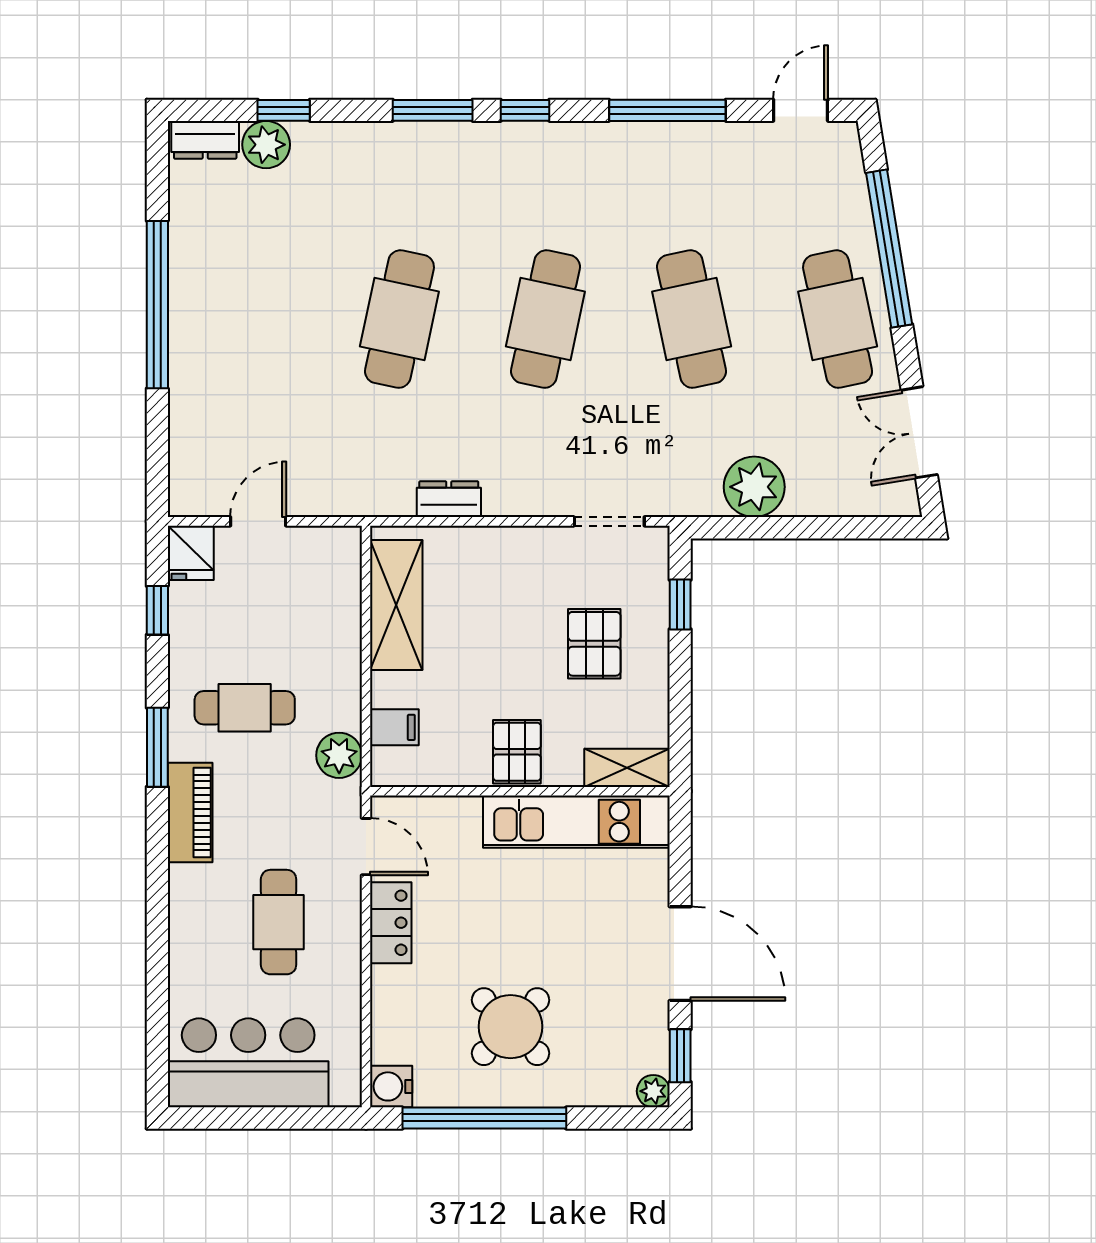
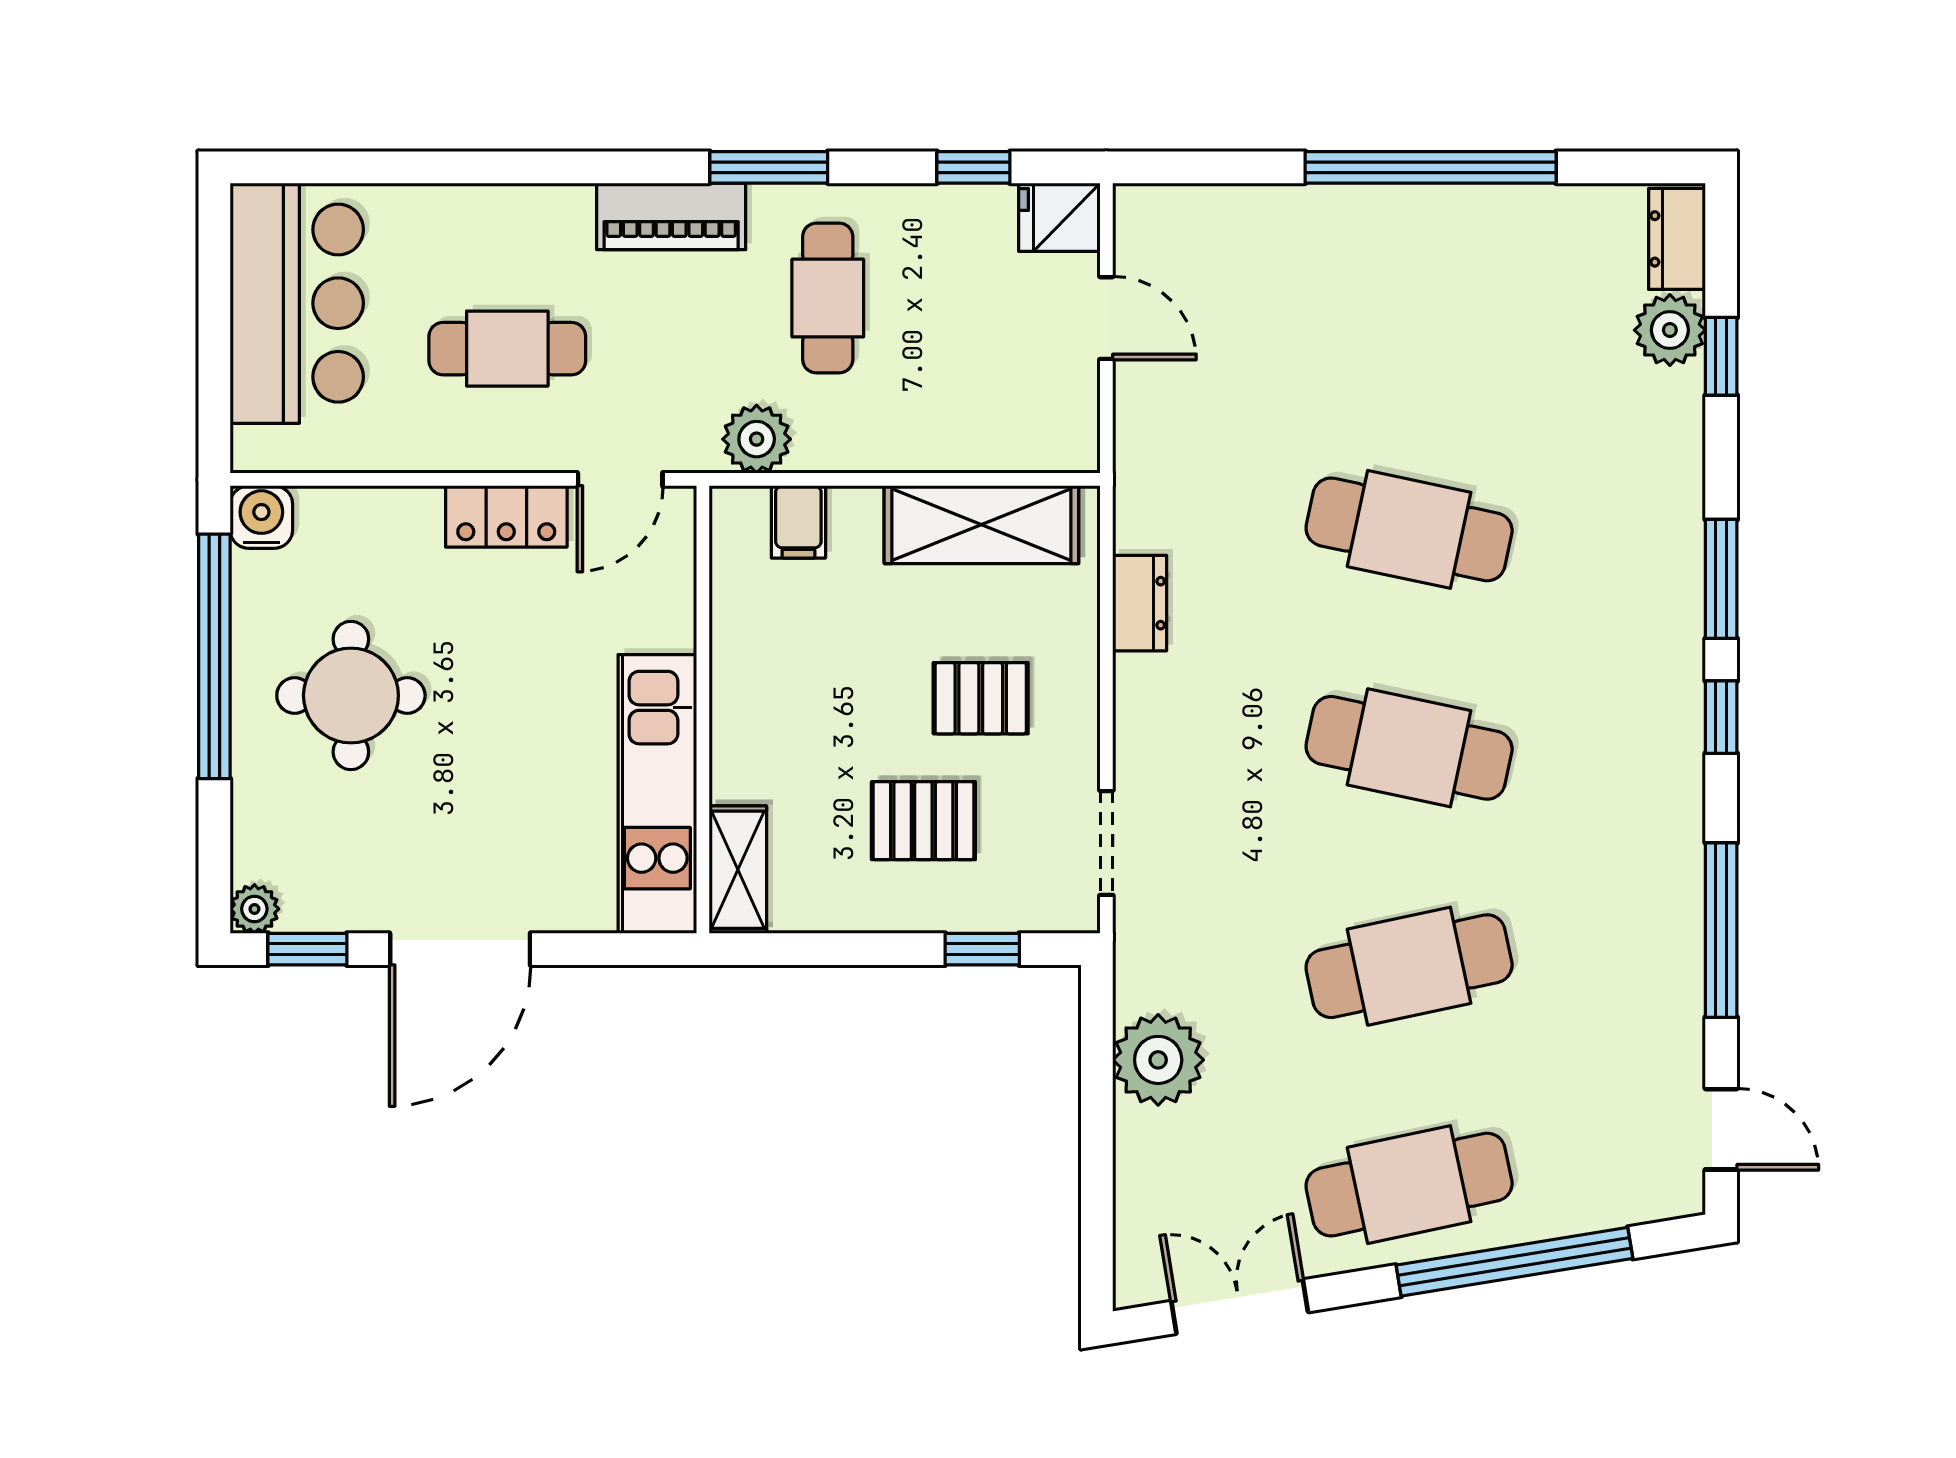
pallet: (517, 752) -> (981, 698), moved
round table: (511, 1027) -> (351, 695), turned 45

